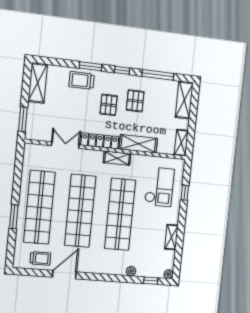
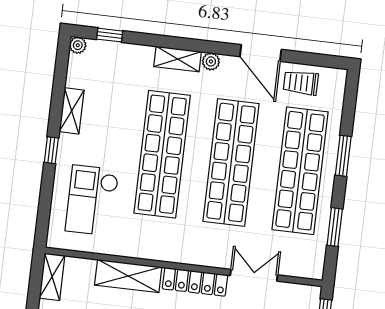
double door: (65, 145) -> (254, 275), swing flipped
shelving: (117, 158) -> (178, 59), moved
window: (18, 174) -> (335, 227), added
window: (185, 193) -> (51, 150), moved
plant: (131, 271) -> (211, 61), moved
door: (64, 275) -> (261, 53), hinge flipped

